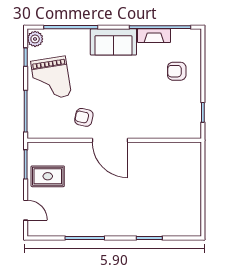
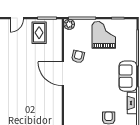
plant: (35, 39) -> (69, 24), moved
grand piano: (51, 78) -> (104, 35), turned 99
door: (110, 140) -> (63, 74), hinge flipped

